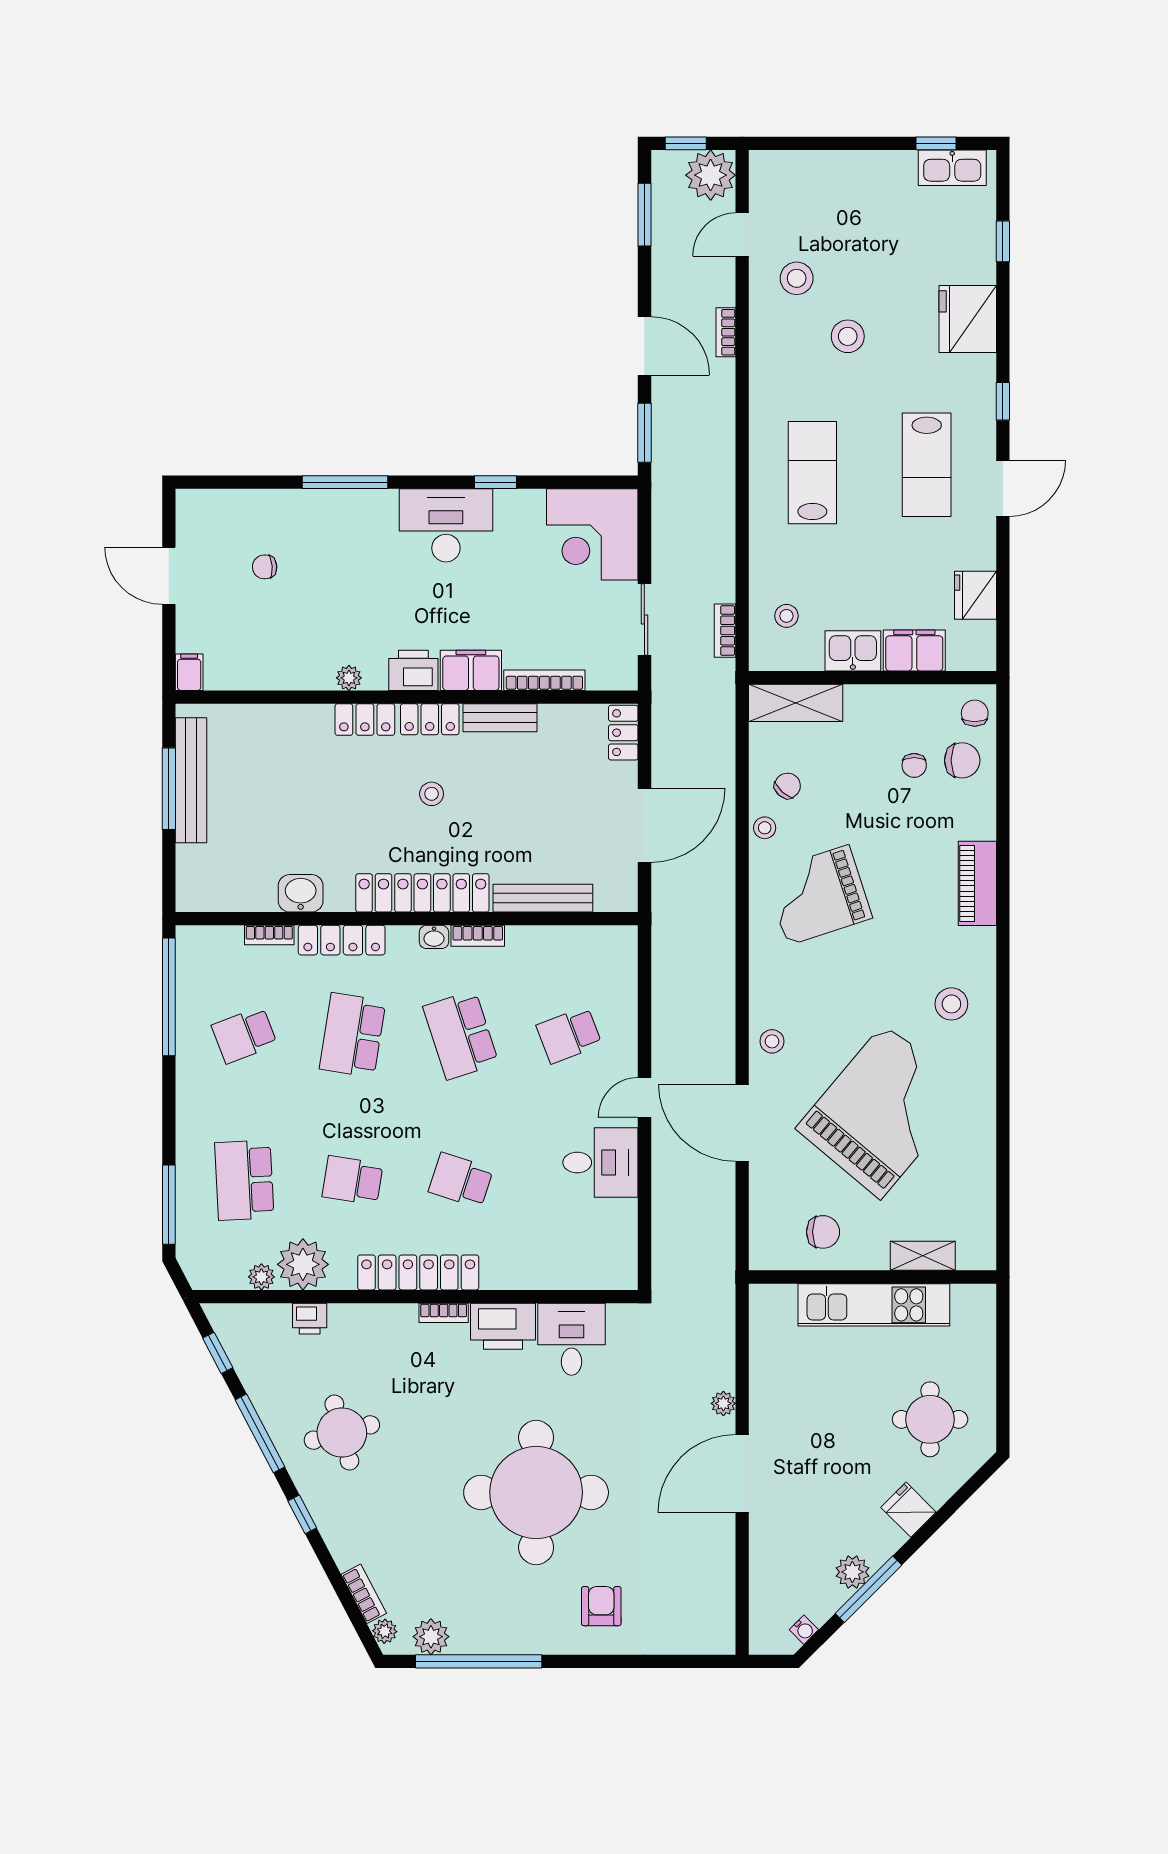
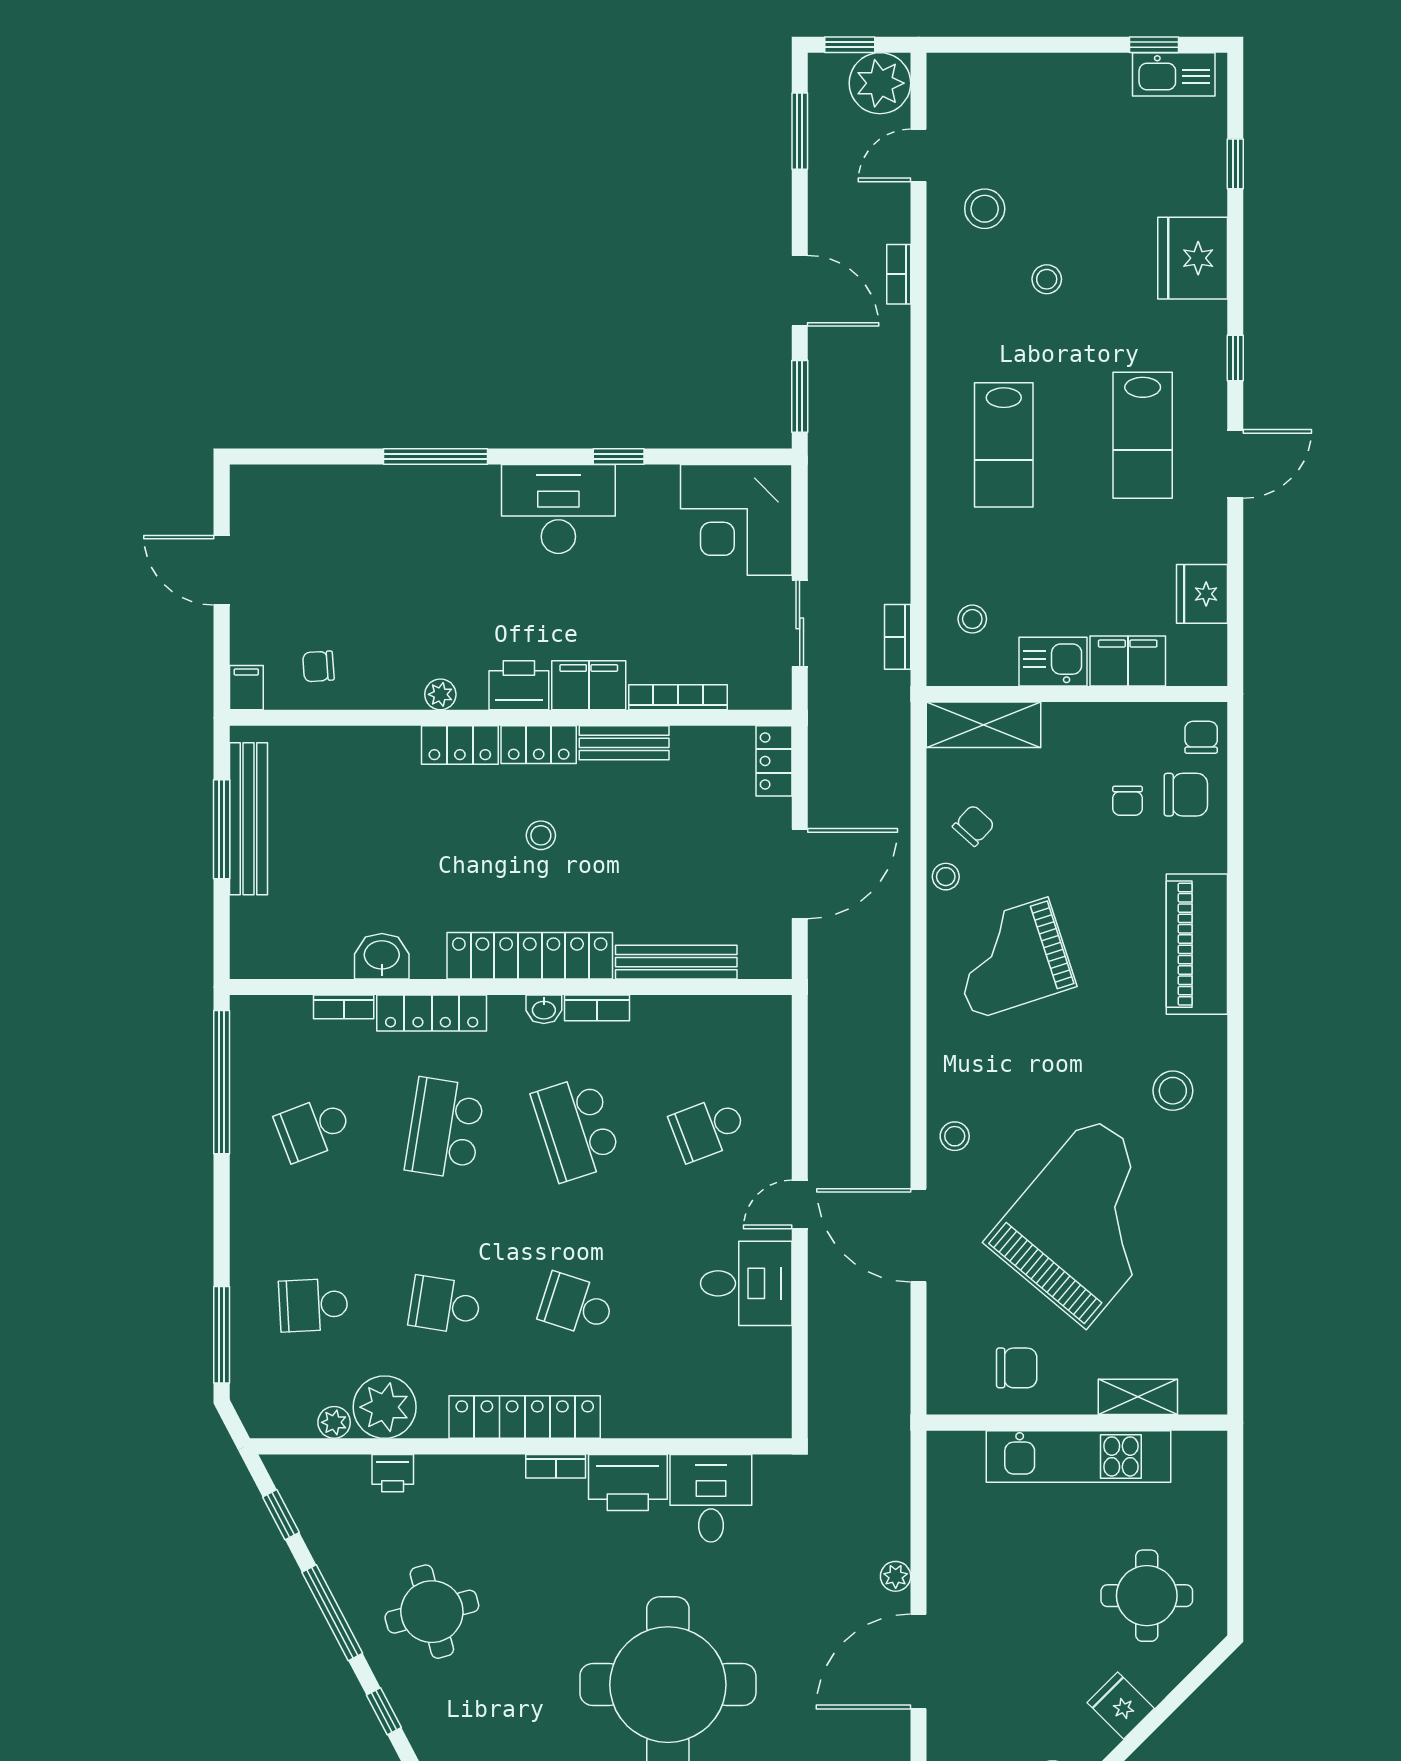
stool: (848, 336) -> (1047, 279), width x0.73, depth x0.73
lab bench: (812, 473) -> (1004, 445), turned 180
chair: (265, 567) -> (318, 666), moved
piano: (977, 883) -> (1197, 944), width x1.37, depth x1.33
school desk: (244, 1180) -> (313, 1305), width x0.54

